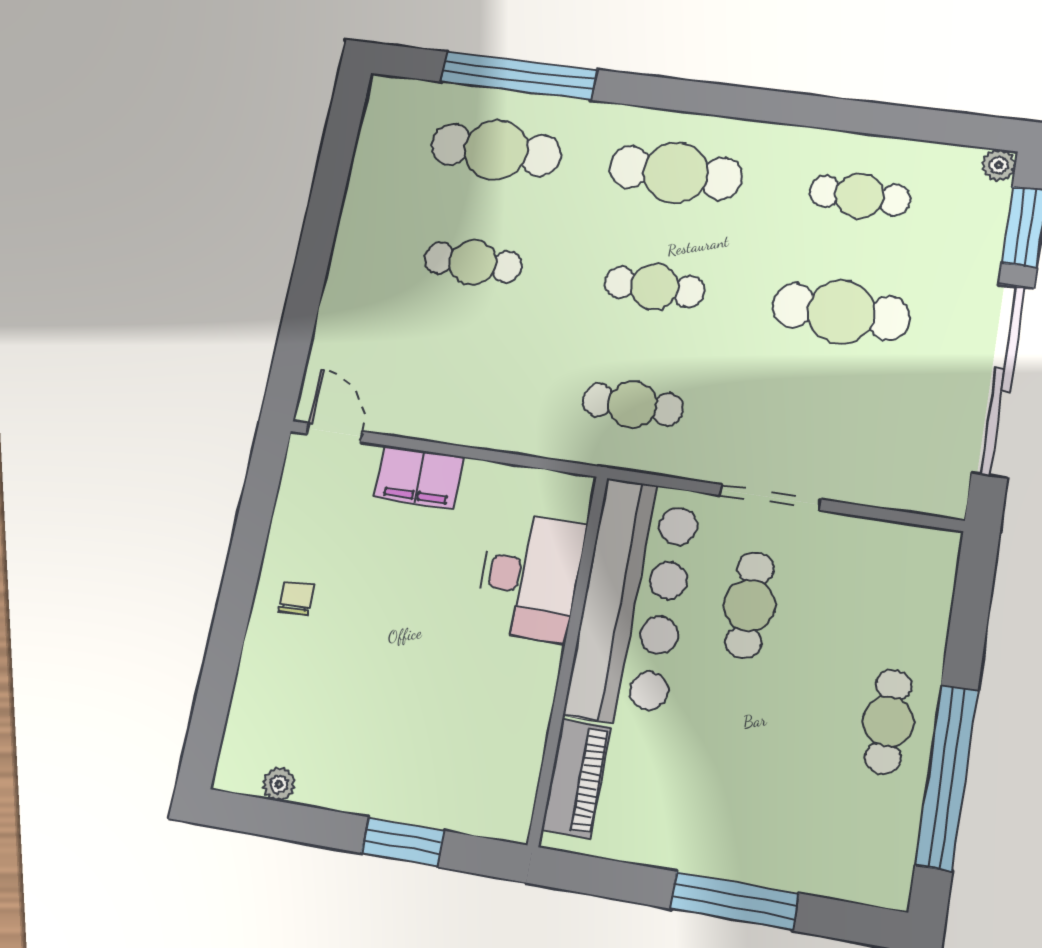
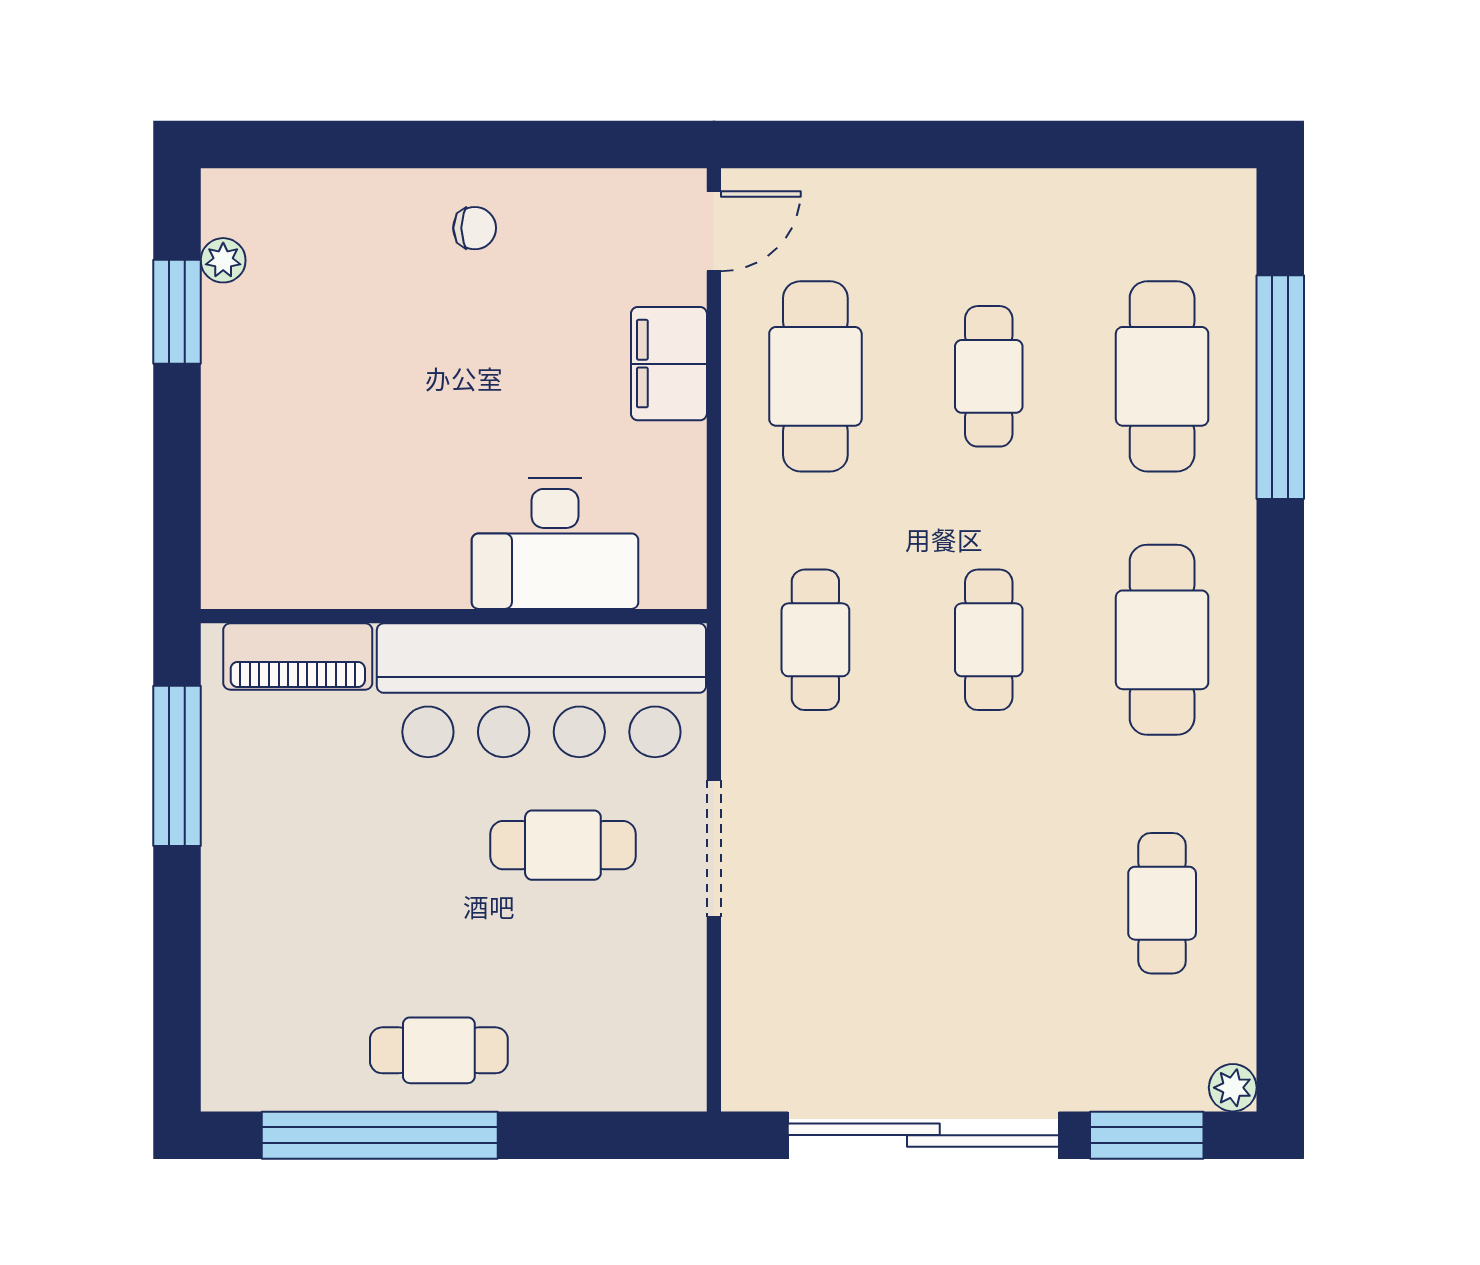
cafe table: (841, 312) -> (815, 376), moved
window: (403, 842) -> (177, 312), moved
window: (734, 901) -> (177, 766), moved

